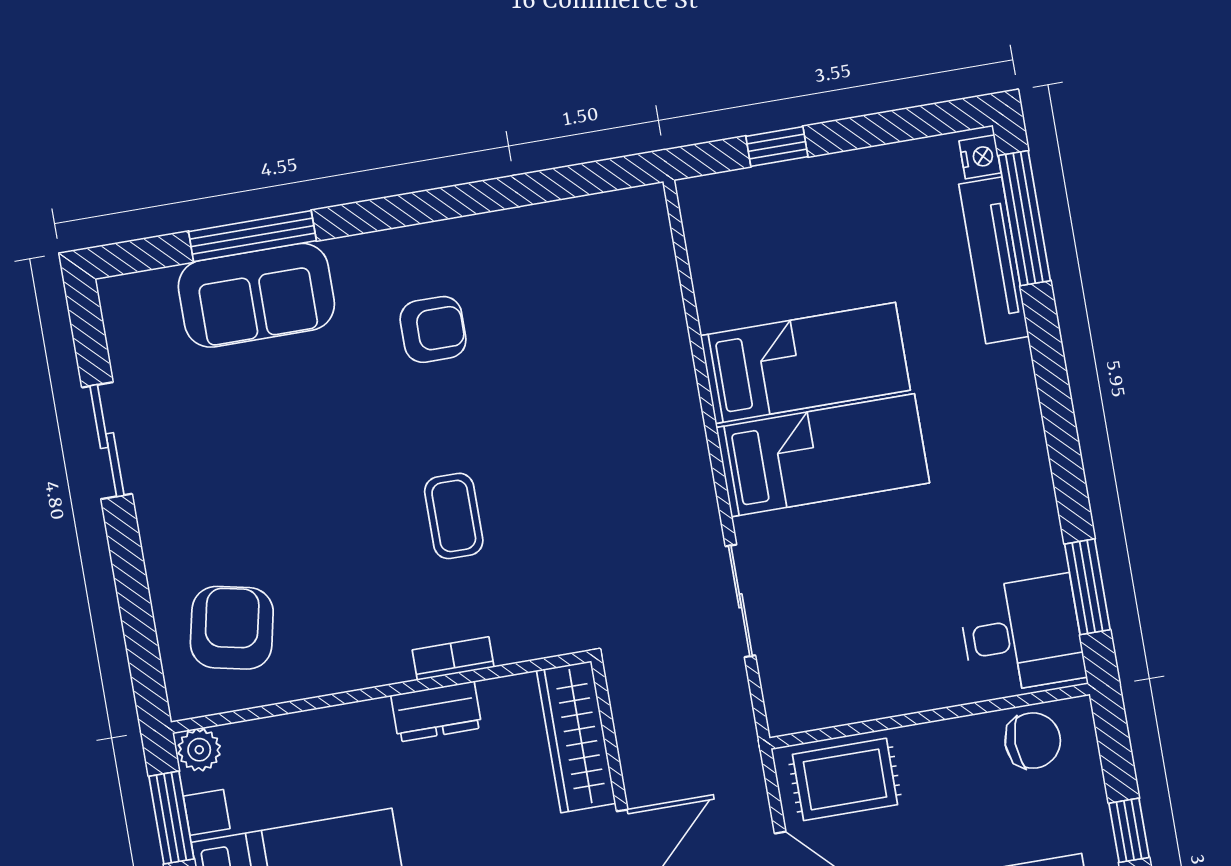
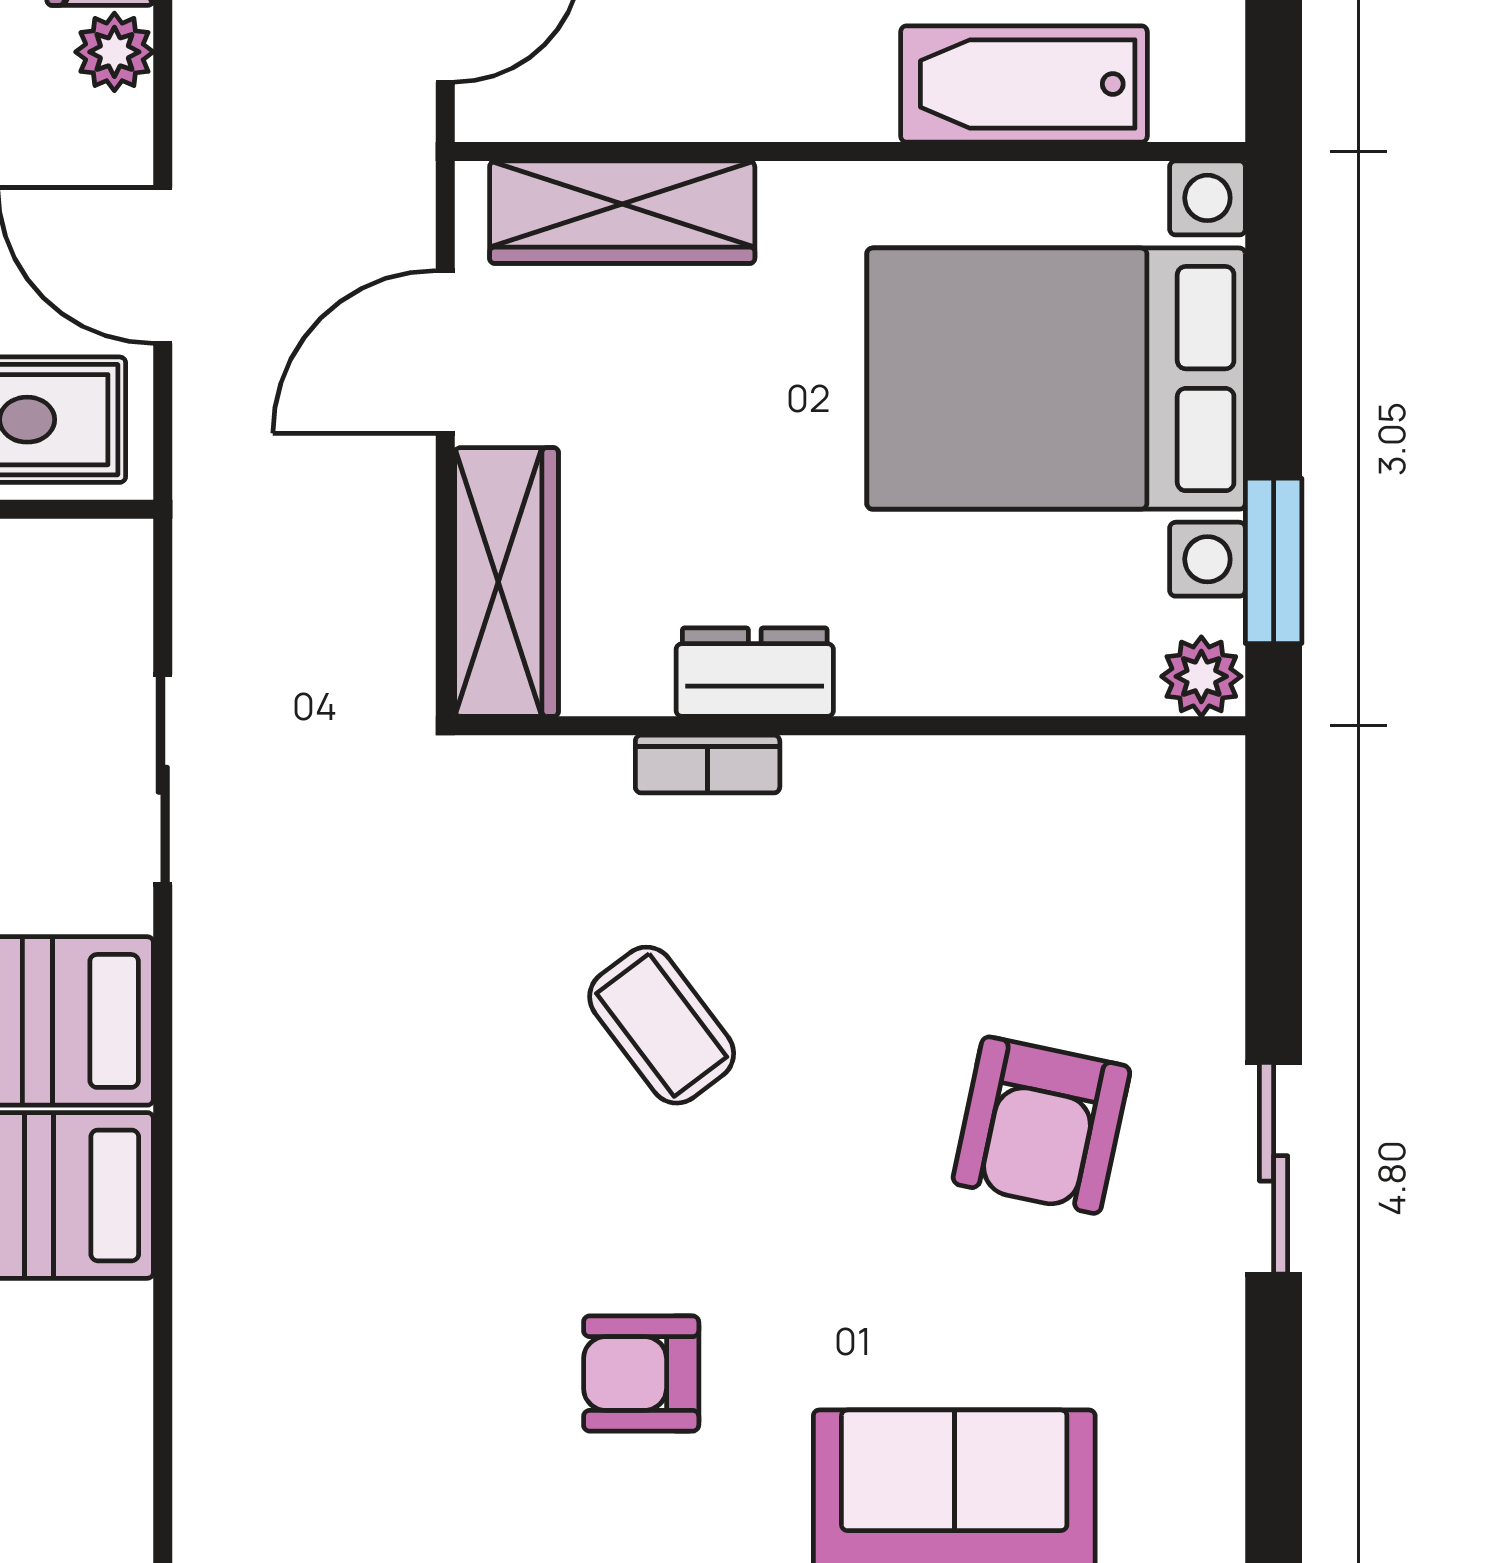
sliding door: (107, 441) -> (1274, 1168), moved
coffee table: (454, 516) -> (662, 1025), turned -37
armchair: (232, 628) -> (1041, 1125), moved

